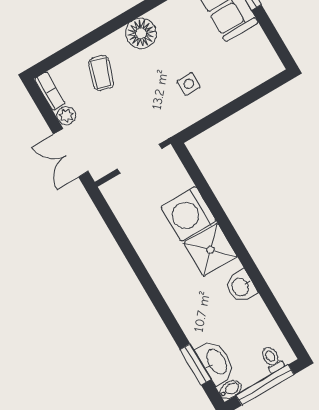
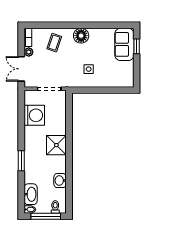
washing machine: (188, 214) -> (34, 115), moved, turned 180
washbasin: (241, 287) -> (60, 181), moved
window: (196, 364) -> (21, 161), moved

